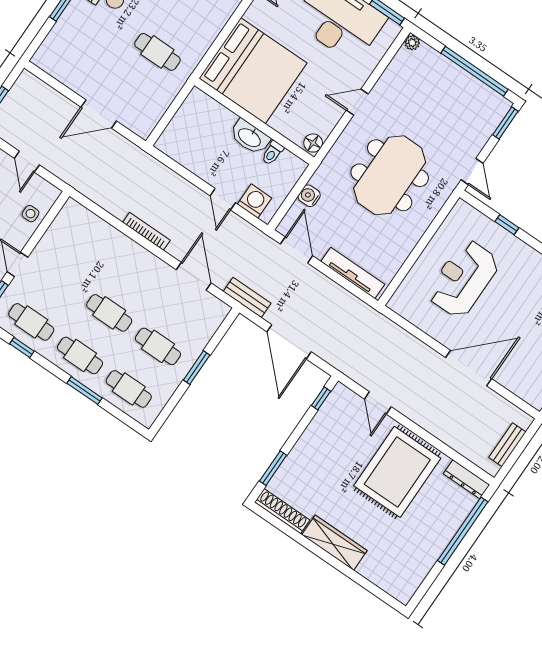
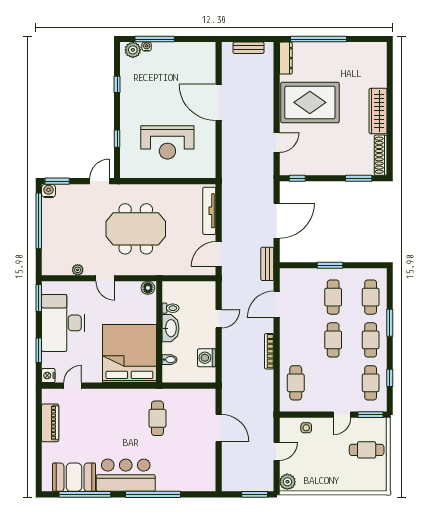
plant: (412, 43) -> (78, 270), moved
bidet: (215, 112) -> (170, 360), added
water cooler: (309, 196) -> (49, 191), moved, turned 180
washing machine: (255, 201) -> (207, 358), moved
cafe table: (90, 237) -> (296, 383), added

